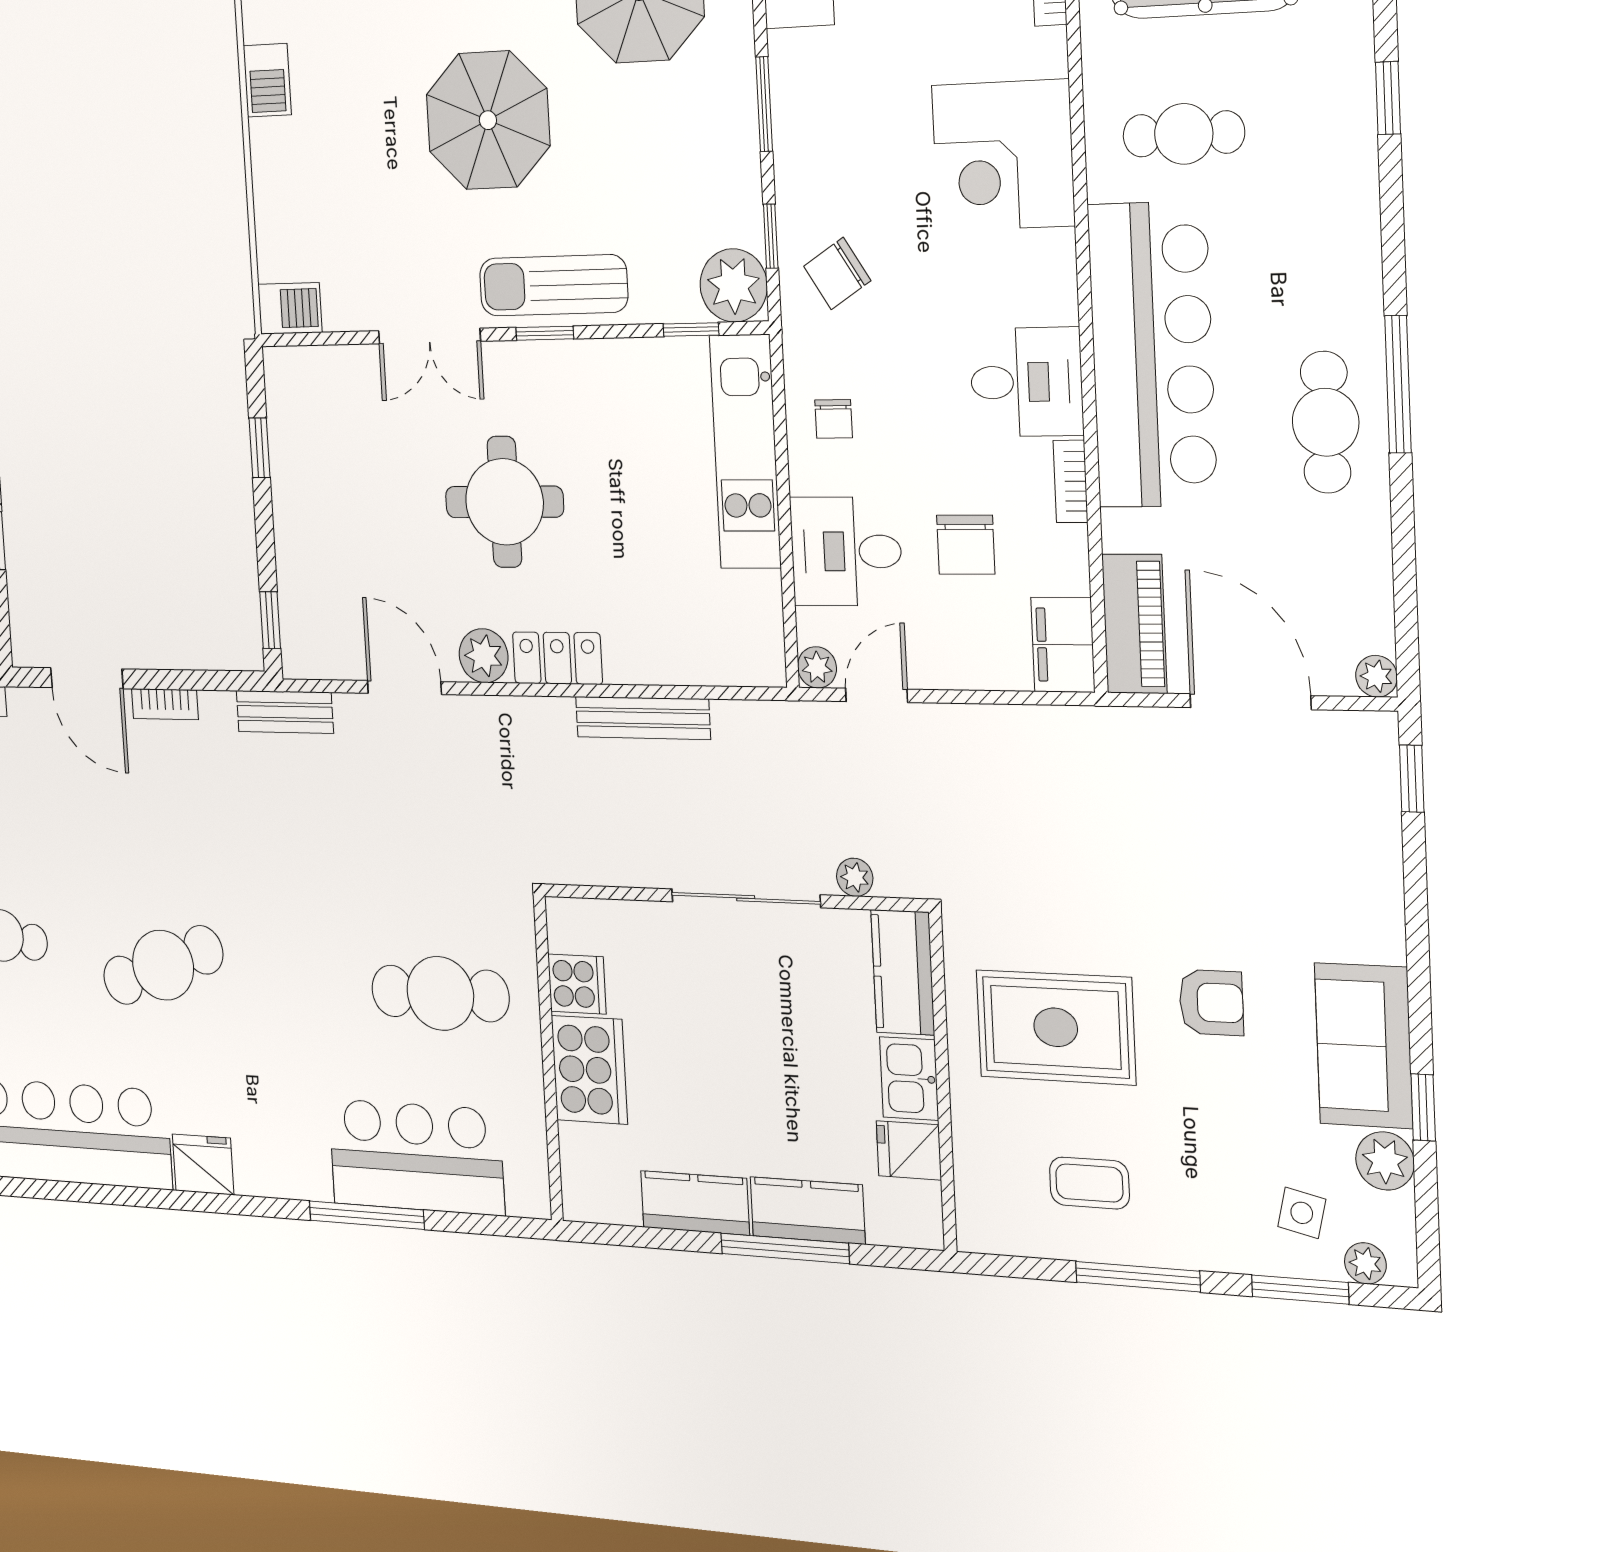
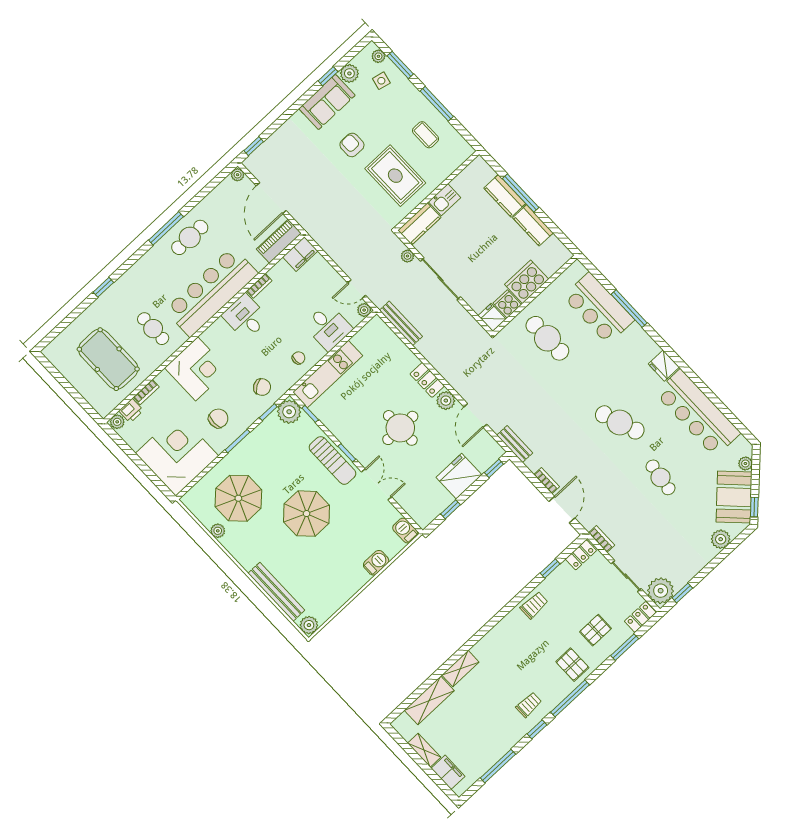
barbecue: (267, 80) -> (376, 563), moved
fridge: (311, 532) -> (459, 476), added
chair: (966, 545) -> (218, 418), moved
bench: (643, 718) -> (401, 323), moved
fridge: (909, 1150) -> (492, 317), moved, turned 180

